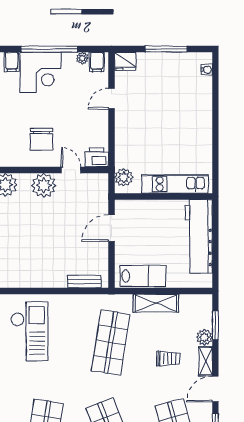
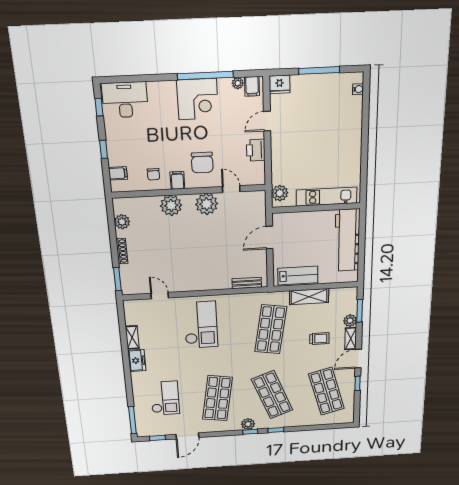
filing cabinet: (12, 62) -> (177, 180), moved, turned 180
printer: (97, 157) -> (256, 150), moved, turned -90

